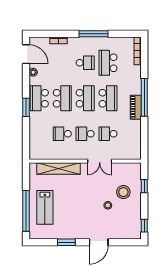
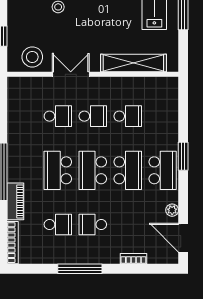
school desk: (108, 63) -> (58, 225), width x0.54
school desk: (62, 98) -> (128, 170), turned 180
piano: (136, 107) -> (15, 201), moved
stool: (123, 192) -> (32, 57), moved

